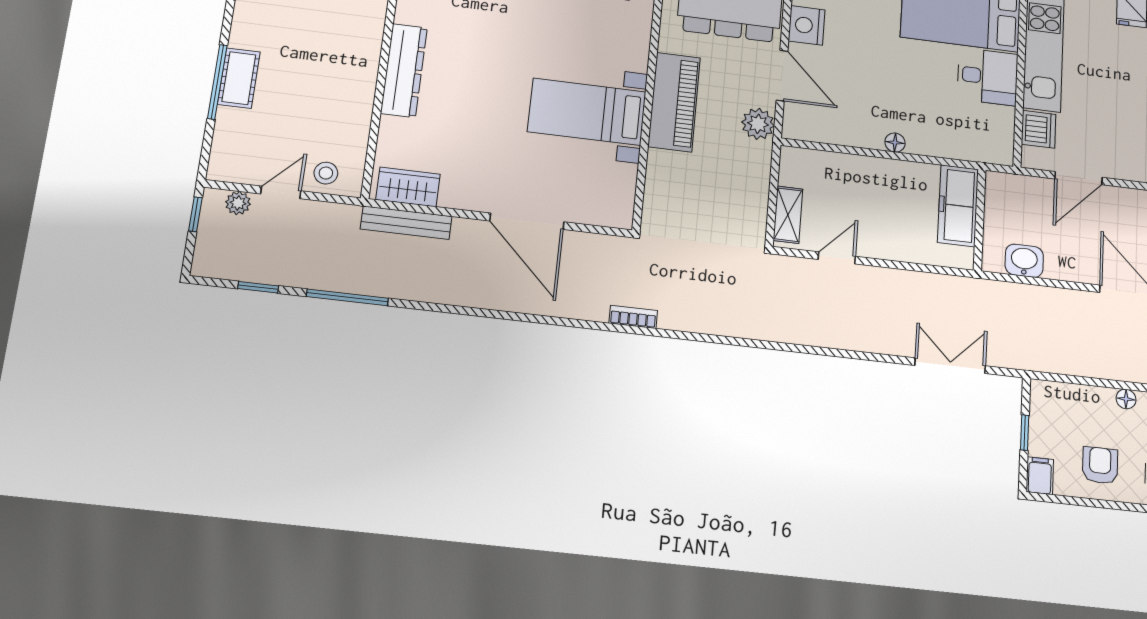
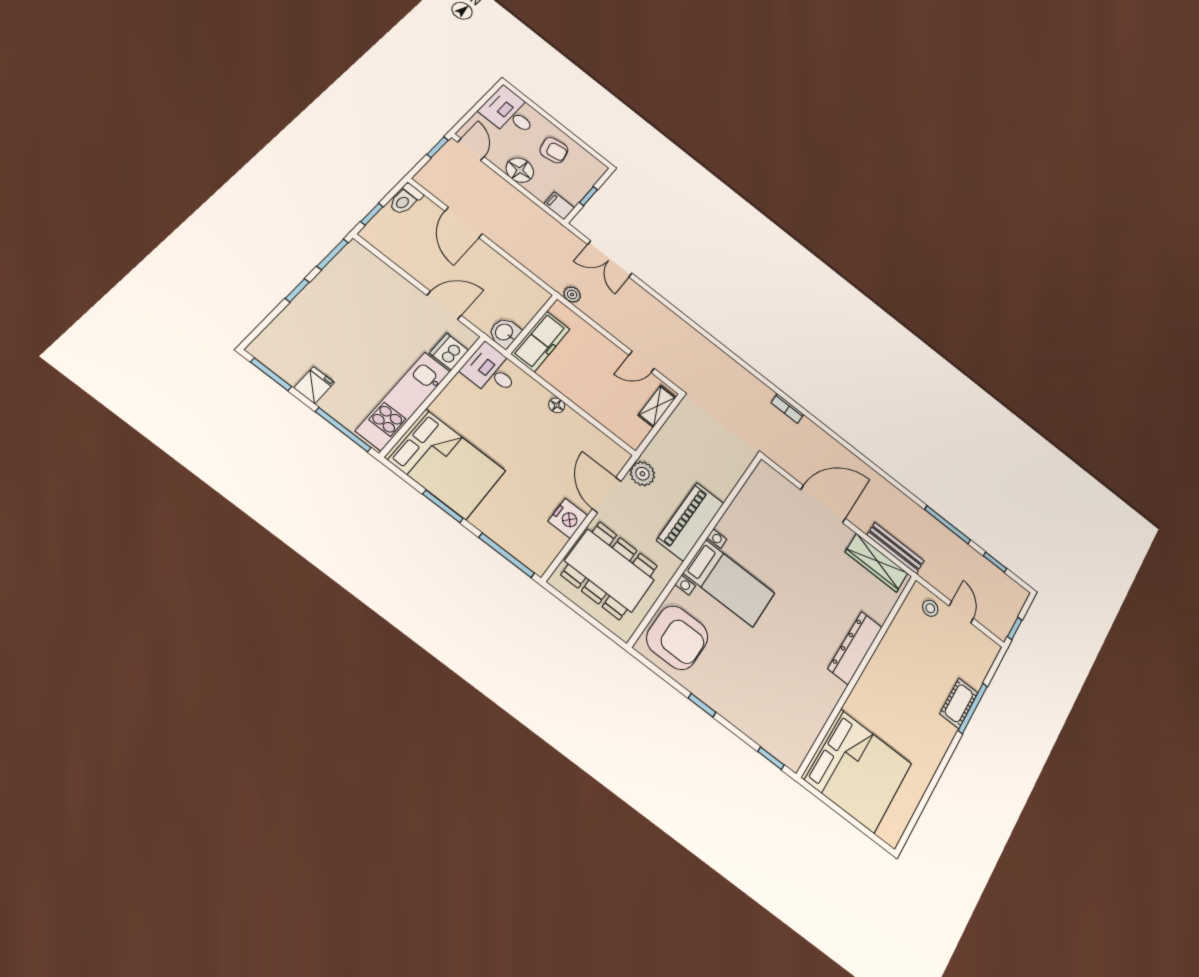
desk: (987, 77) -> (491, 371), moved
bed with nightstands: (587, 112) -> (729, 583), moved
wardrobe: (408, 187) -> (877, 563), width x1.50
door: (281, 192) -> (961, 612), swing flipped
plant: (238, 203) -> (572, 295), moved
door: (527, 221) -> (823, 504), hinge flipped
washbasin: (1024, 261) -> (505, 332), moved, turned 90
floor lamp: (1126, 399) -> (520, 170), width x1.89, depth x1.89
armchair: (1100, 465) -> (554, 150), turned -101
filing cabinet: (1040, 476) -> (559, 206), moved, turned 90

